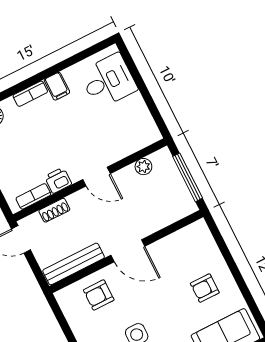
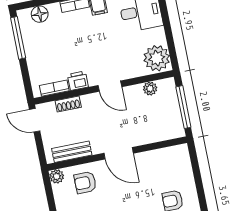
plant: (141, 130) -> (157, 58), added
bench: (74, 264) -> (72, 152), width x0.73
plant: (64, 297) -> (57, 176), added

